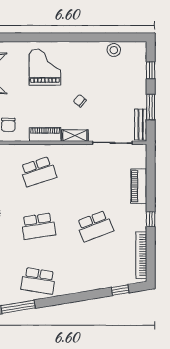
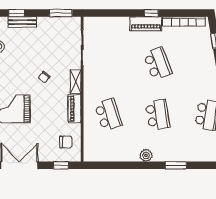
window: (151, 107) -> (61, 13), moved
bench: (141, 125) -> (22, 22), moved
piano: (139, 186) -> (146, 24), moved

